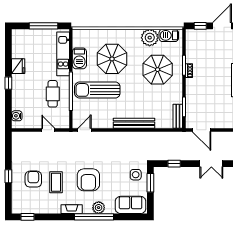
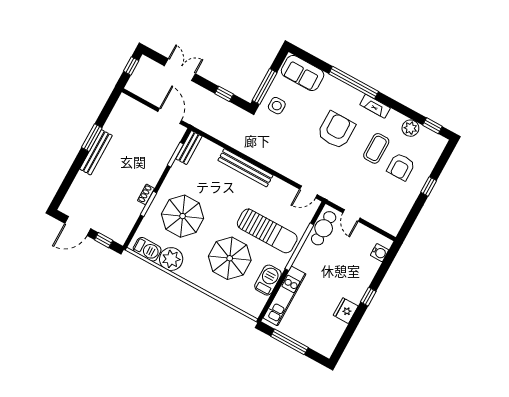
cafe table: (53, 94) -> (324, 228), moved
window: (150, 183) -> (265, 86), width x1.44
plant: (99, 208) -> (410, 128), moved

